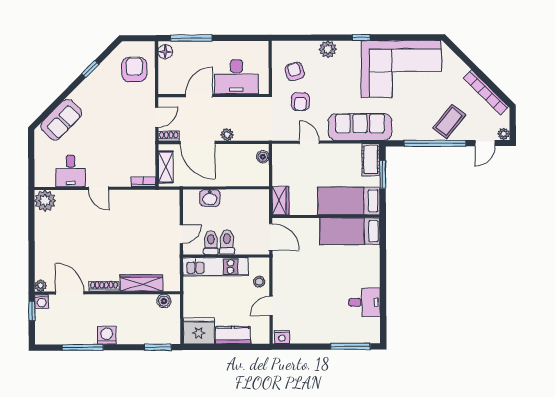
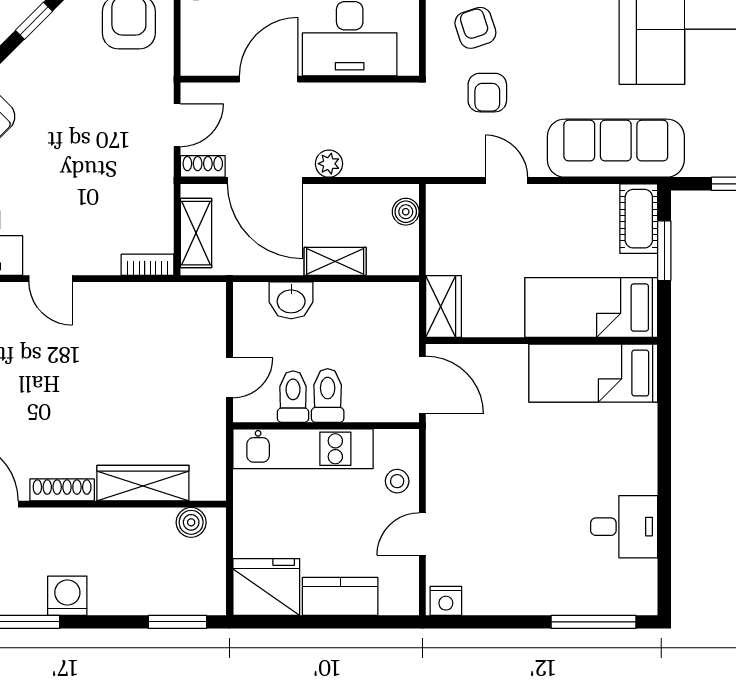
shelving: (230, 180) -> (335, 261), added

